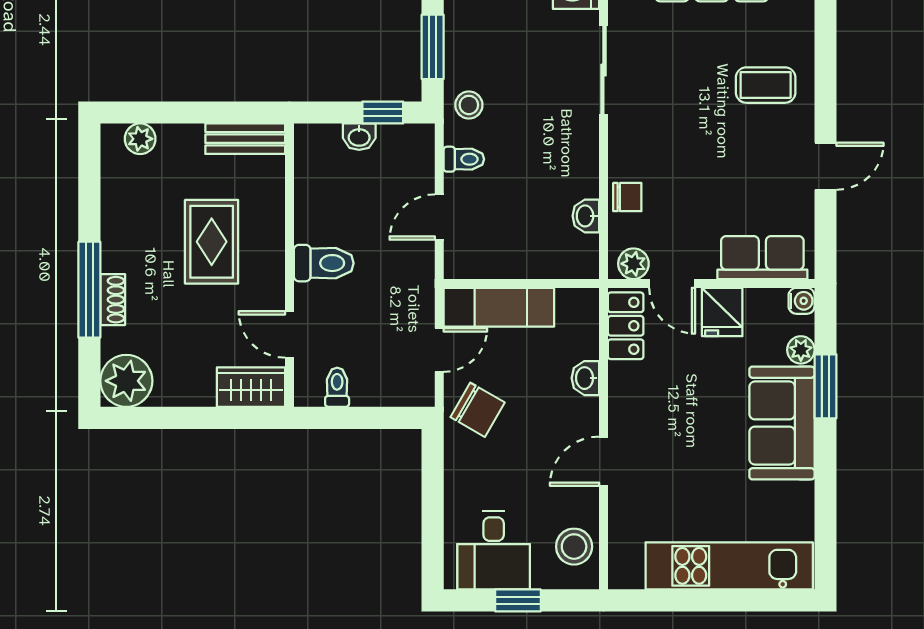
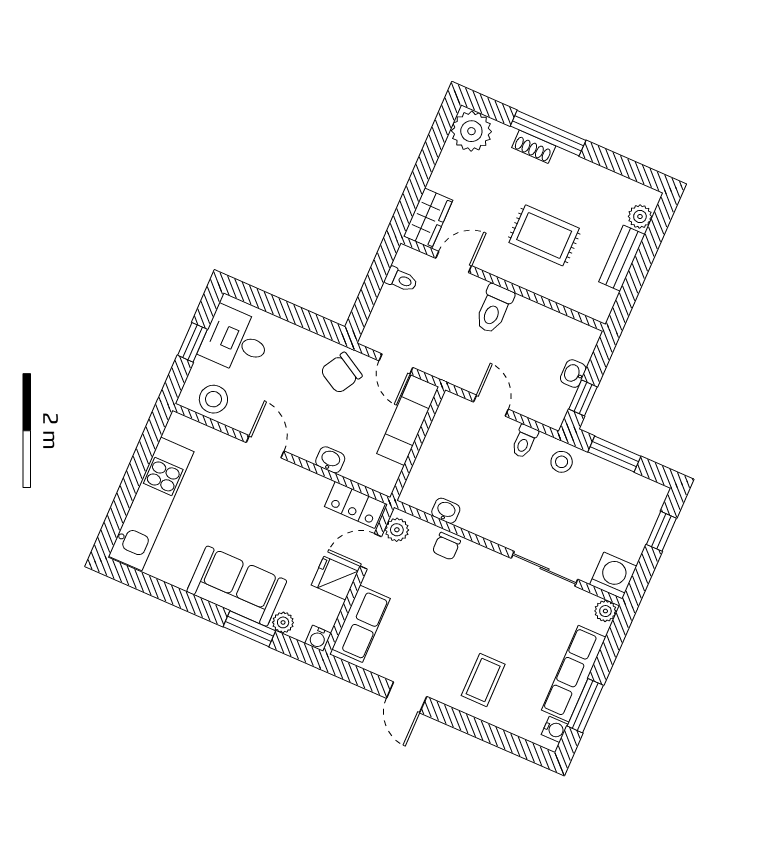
bench: (245, 139) -> (622, 258), moved

